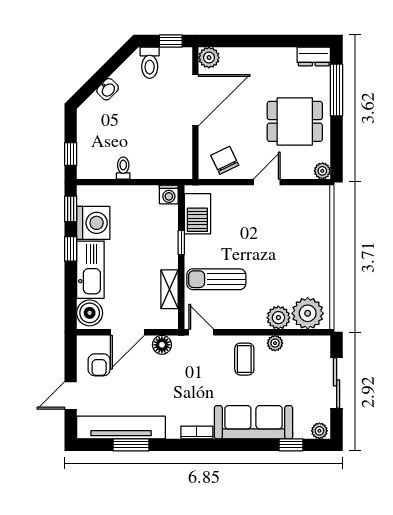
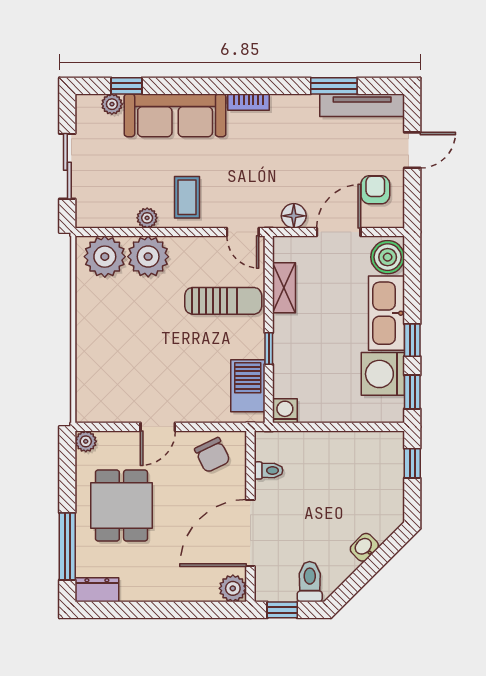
dining table: (295, 121) -> (121, 506), turned 90
toilet: (123, 168) -> (268, 470), moved, turned -90
plant: (278, 318) -> (148, 257), width x1.36, depth x1.36
tv unit: (121, 427) -> (362, 105), width x0.73, depth x0.78
plant: (319, 431) -> (112, 104), moved

